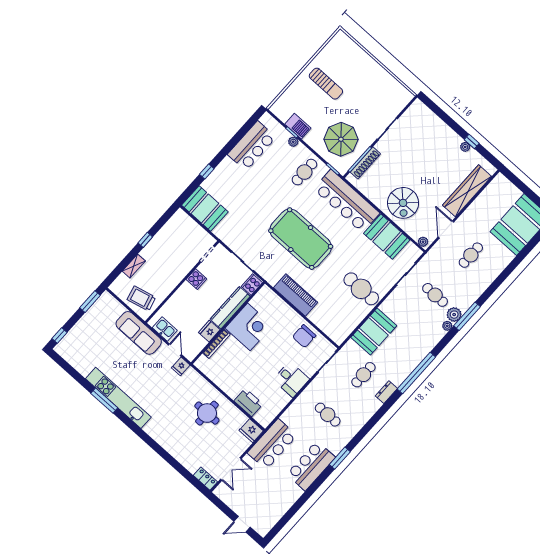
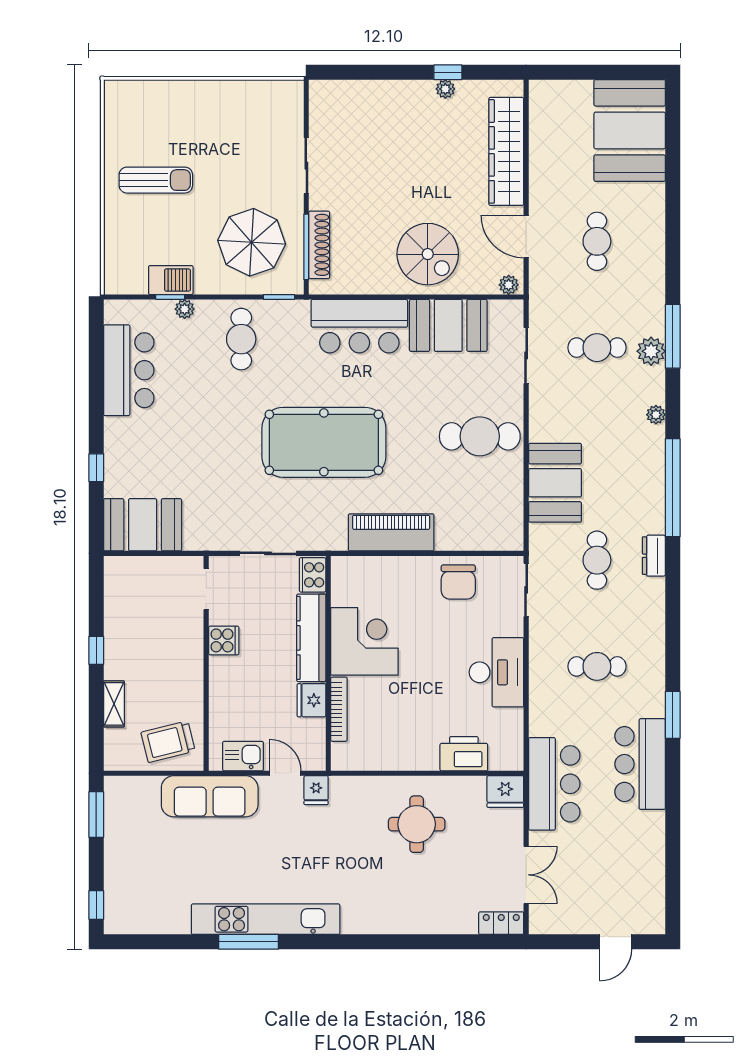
bar counter: (347, 201) -> (359, 326), width x0.73
plant: (447, 326) -> (656, 415), moved
desk: (291, 379) -> (496, 672), width x1.37

